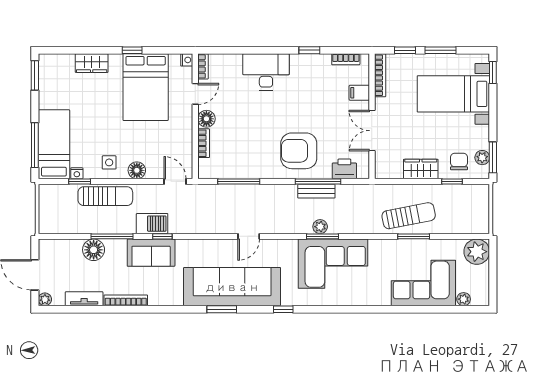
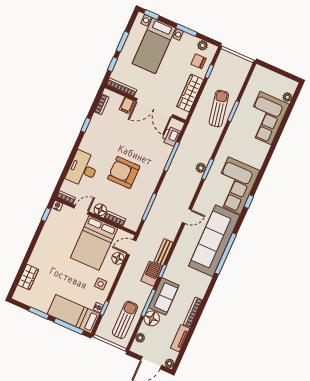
window: (132, 50) -> (46, 214), moved
wardrobe: (92, 63) -> (28, 277), moved
desk: (266, 72) -> (83, 169), moved
window: (35, 75) -> (39, 313), moved
bed: (146, 87) -> (94, 243), moved, turned 90
door: (195, 94) -> (81, 210), hinge flipped
double door: (372, 131) -> (154, 108), width x1.37
armchair: (299, 151) -> (124, 172), moved, turned 90
window: (493, 157) -> (187, 30), moved
wardrobe: (421, 169) -> (190, 93), width x1.50
floor lamp: (137, 170) -> (118, 258), moved
bench: (316, 191) -> (164, 252), moved
sun lounger: (105, 196) -> (125, 320), moved
door: (249, 236) -> (187, 216), hinge flipped
plant: (477, 252) -> (140, 338), moved, width x0.53, depth x0.53
sofa: (151, 253) -> (164, 296), moved
corner sofa: (333, 264) -> (234, 186), moved, turned 180
window: (222, 309) -> (226, 254), width x2.11
window: (283, 309) -> (249, 201), moved

